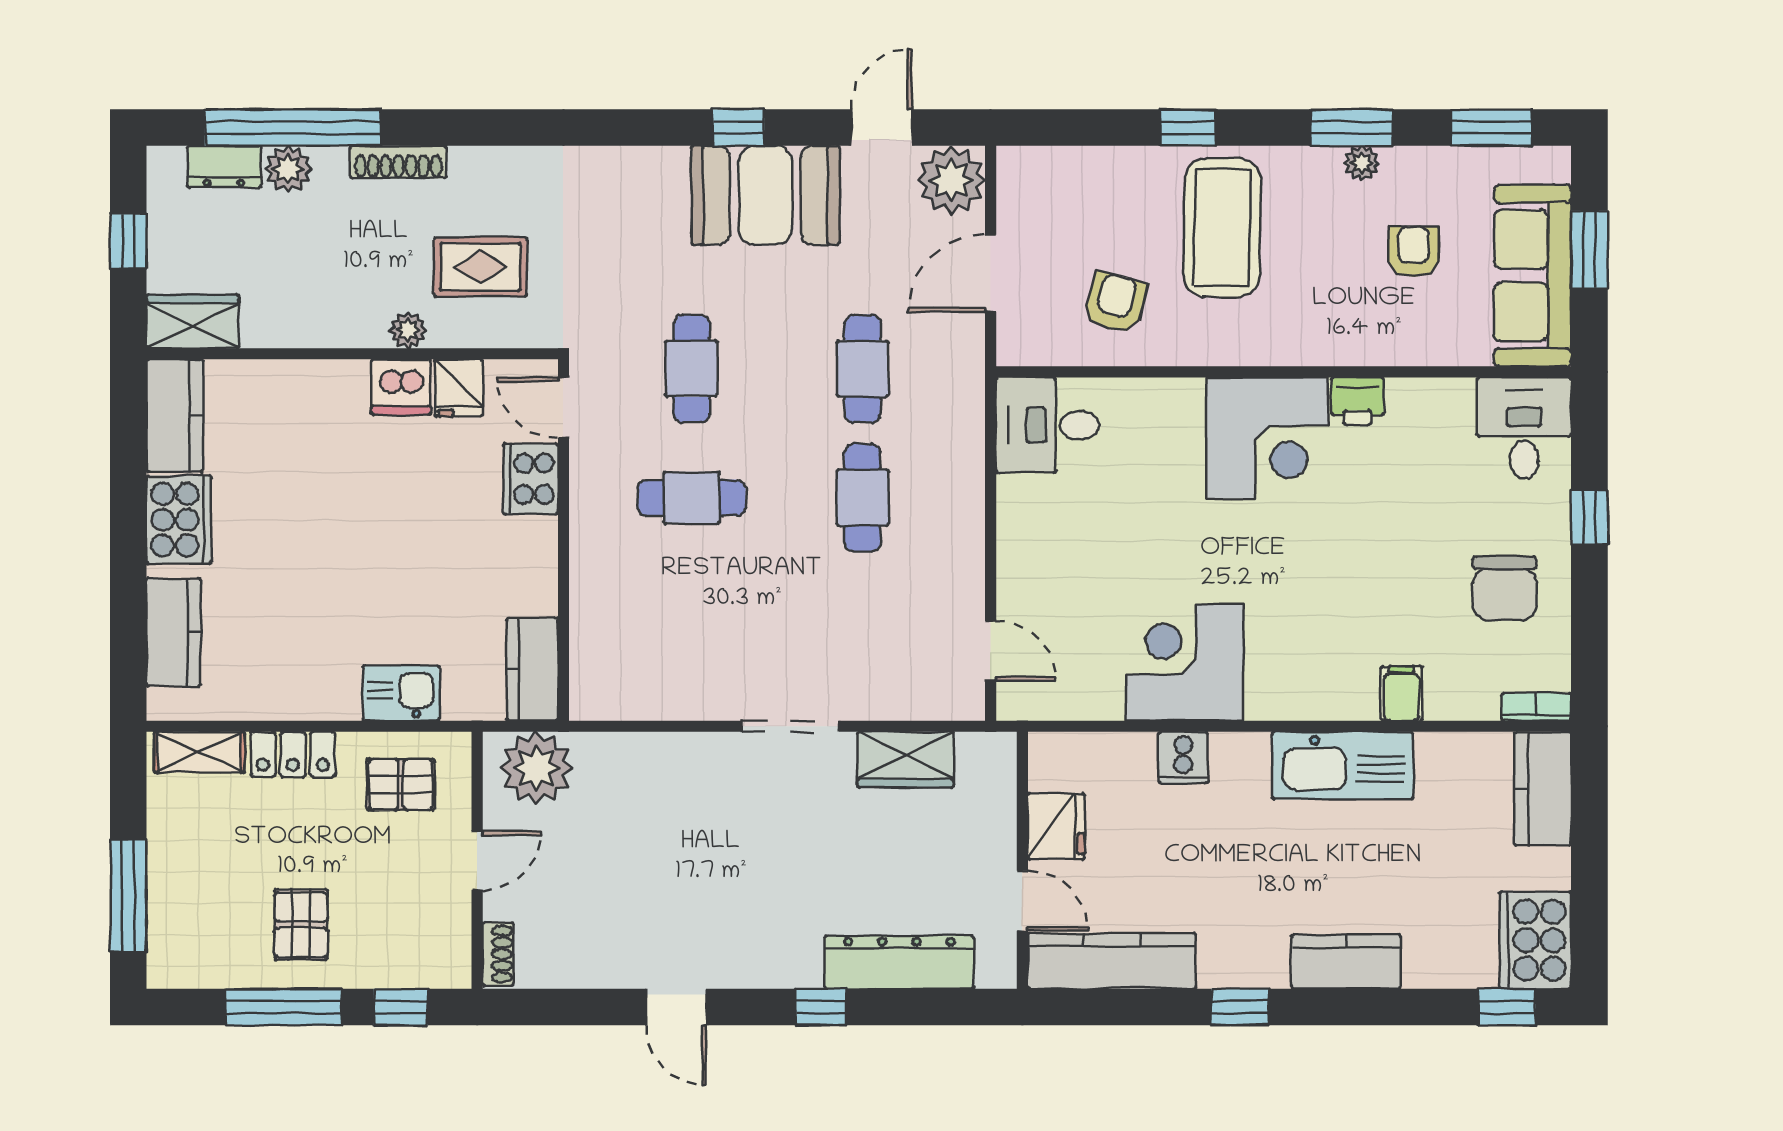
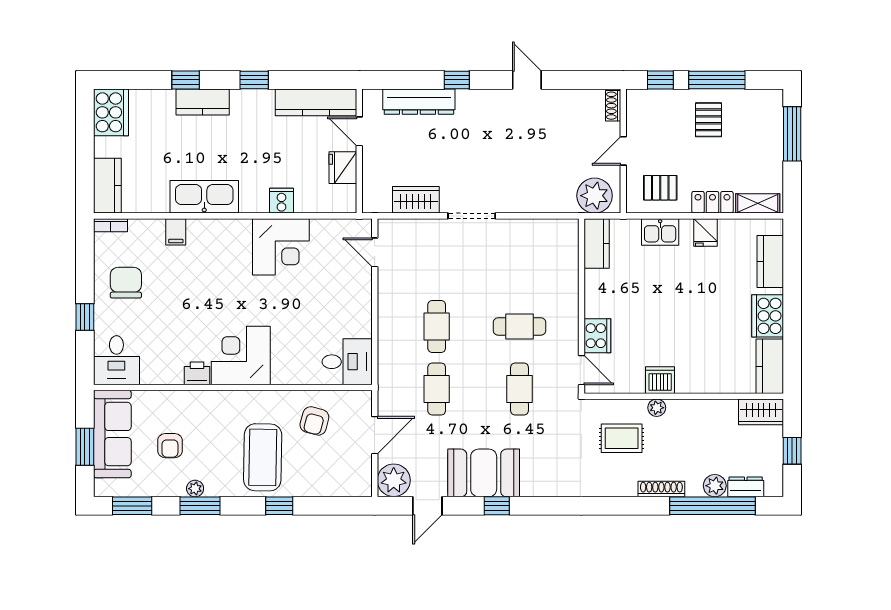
fridge: (458, 388) -> (705, 232), moved, turned 180
window: (1507, 1007) -> (186, 80), moved

